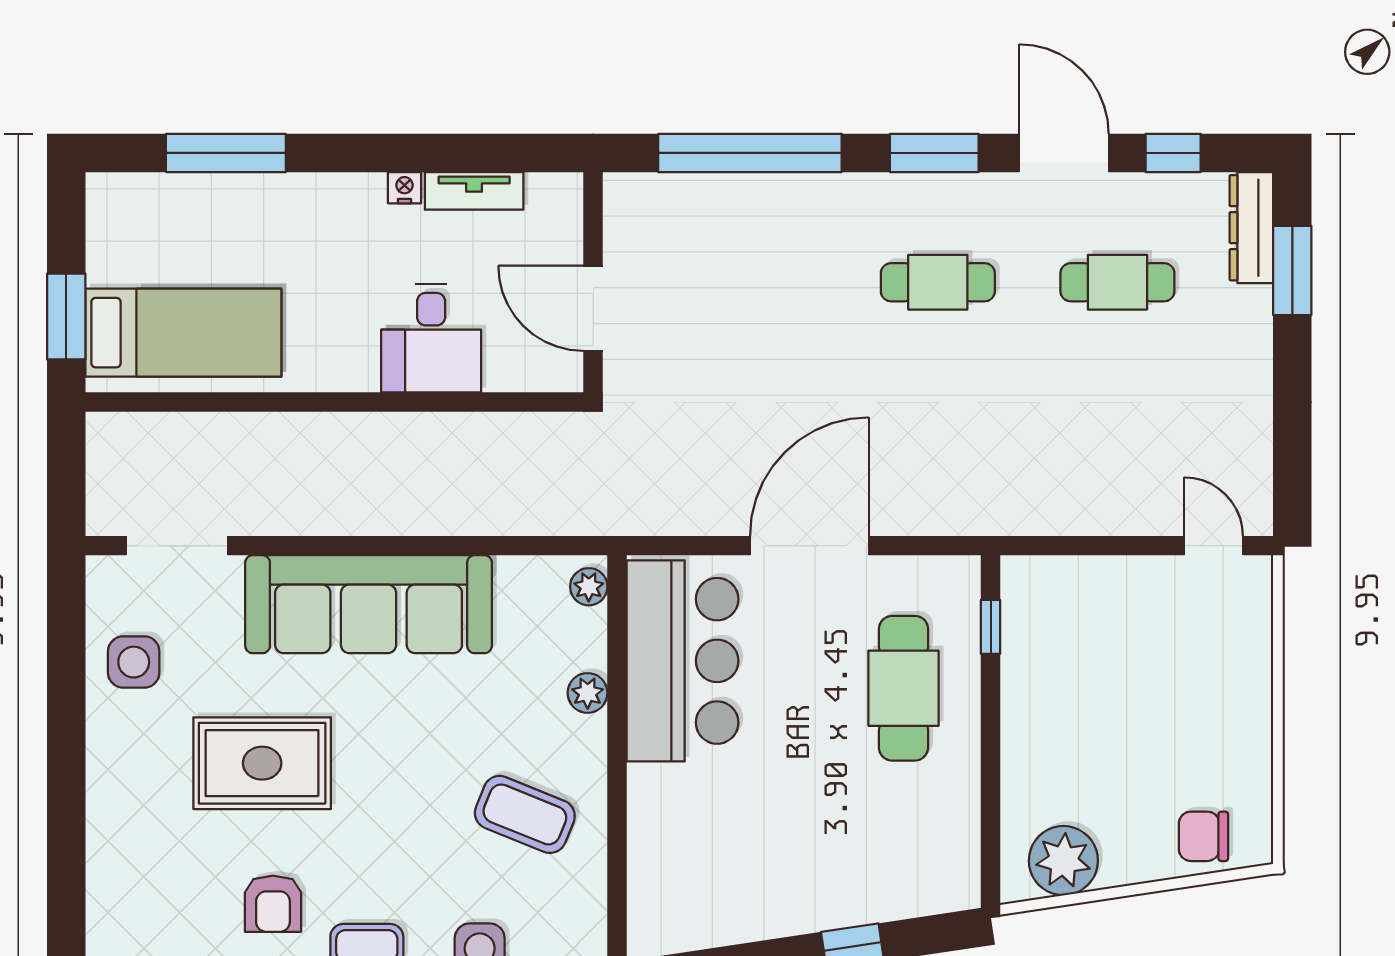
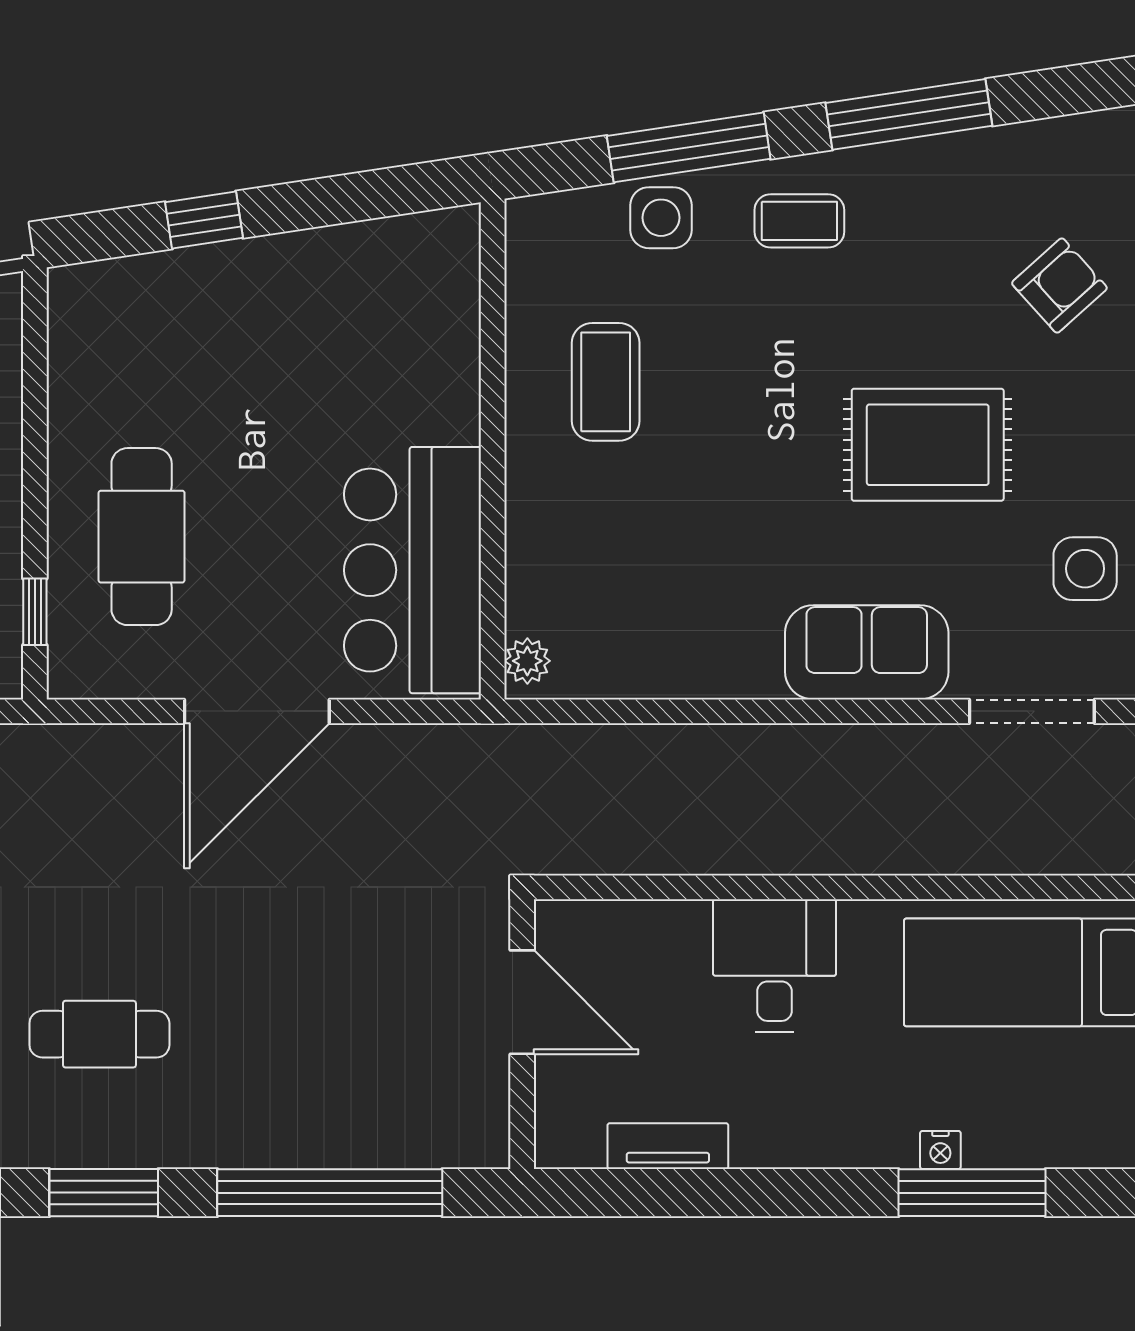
nightstand: (404, 188) -> (940, 1150), moved
desk: (431, 338) -> (775, 965), moved
sofa: (369, 604) -> (867, 652), width x0.54, depth x0.79
plant: (588, 693) -> (529, 531), removed
coffee table: (525, 814) -> (606, 382), turned 68
armchair: (273, 904) -> (1059, 286), moved, turned 48

